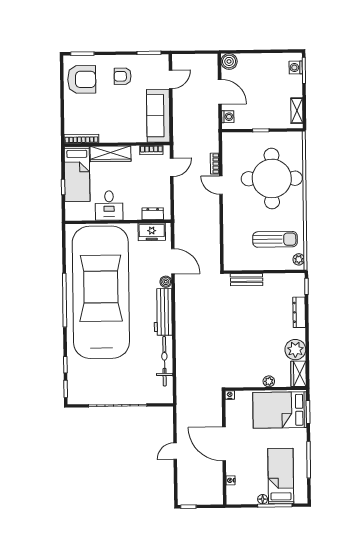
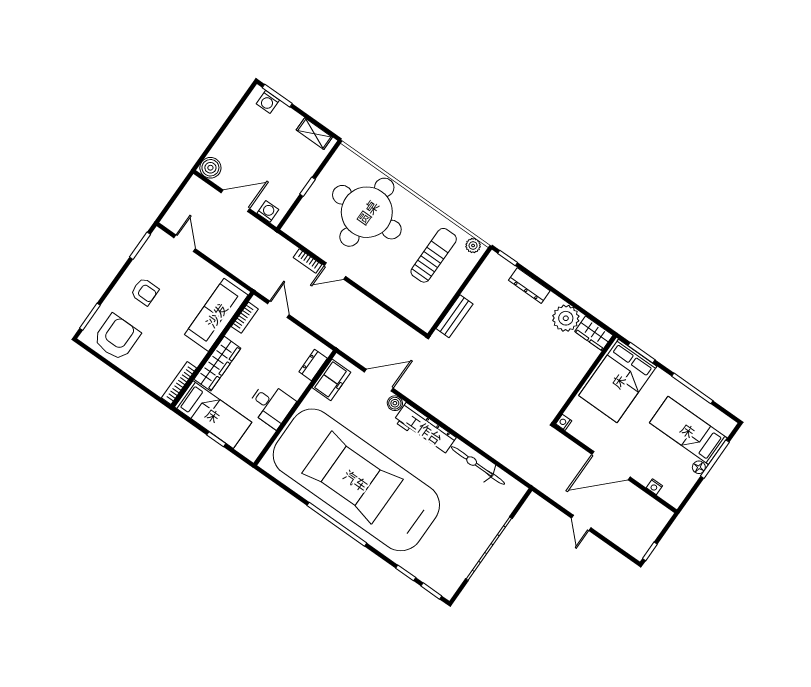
armchair: (123, 76) -> (145, 292), turned -90
sofa: (158, 116) -> (216, 315), moved, turned 90
plant: (269, 381) -> (579, 371), removed

